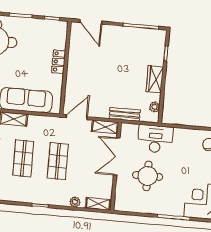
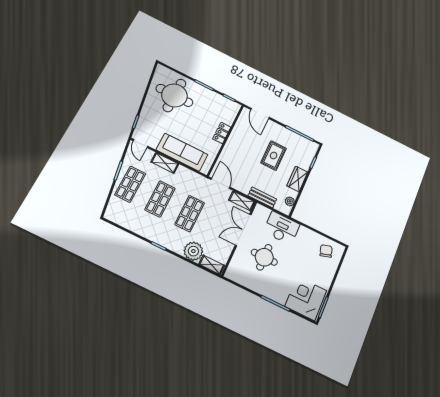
rug: (121, 64) -> (274, 156), added
door: (77, 117) -> (220, 183), hinge flipped
plant: (75, 202) -> (193, 251), width x1.88, depth x1.88

